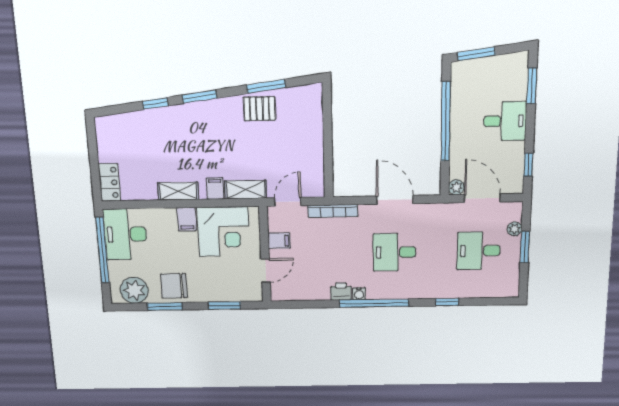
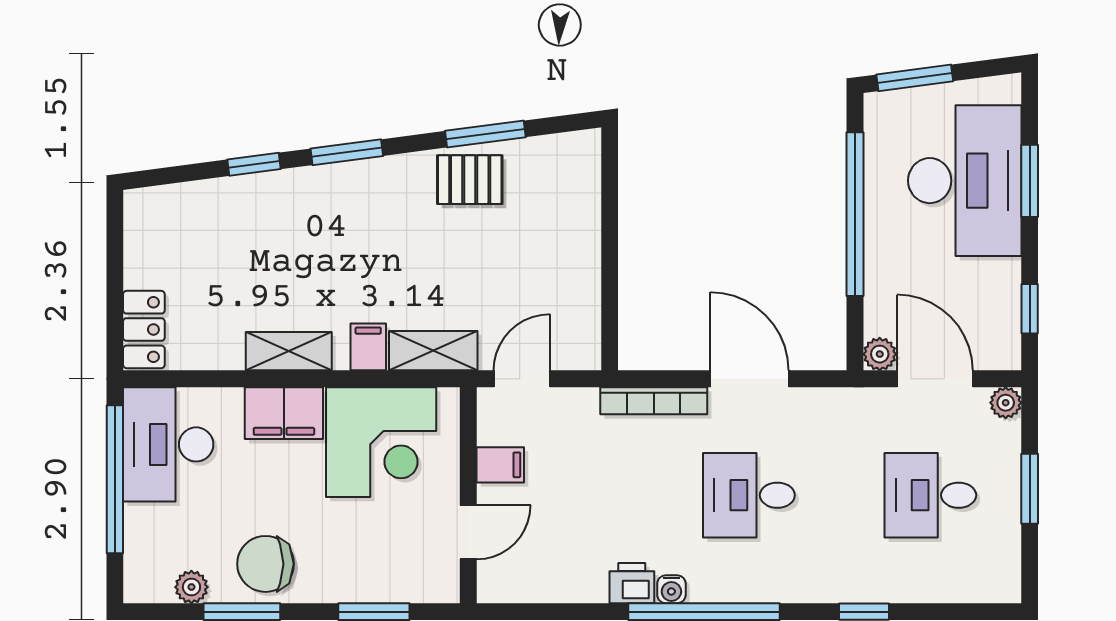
window: (532, 86) -> (1030, 181), moved
desk: (505, 121) -> (965, 181), width x1.87, depth x1.30
bookcase: (333, 211) -> (654, 401), moved
filing cabinet: (187, 219) -> (284, 413), width x2.00
plant: (515, 229) -> (1006, 403), moved
plant: (134, 290) -> (191, 587), width x0.53, depth x0.53

